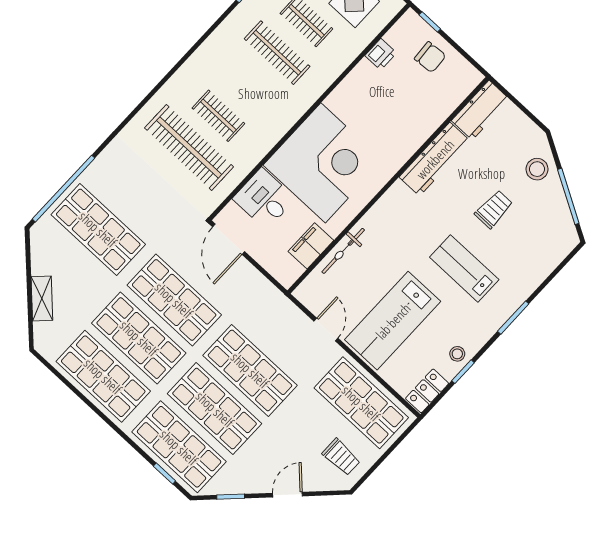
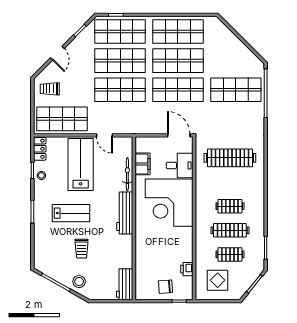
clothes rail: (218, 116) -> (230, 206), moved
workbench: (435, 159) -> (125, 213), moved
shelving: (42, 298) -> (233, 40), removed

